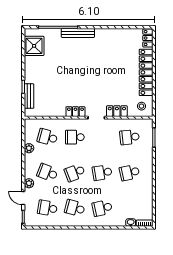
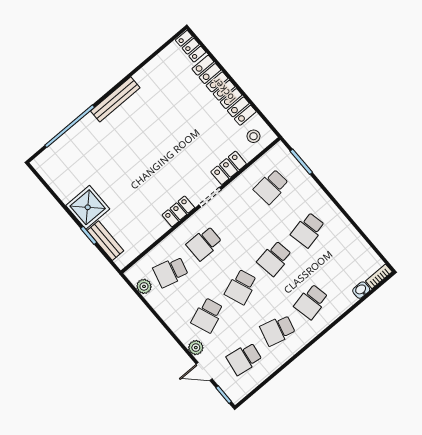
bench: (78, 33) -> (115, 99), moved
shower: (34, 46) -> (88, 207), moved
plant: (29, 148) -> (144, 286), moved
school desk: (47, 173) -> (207, 315), turned -42

